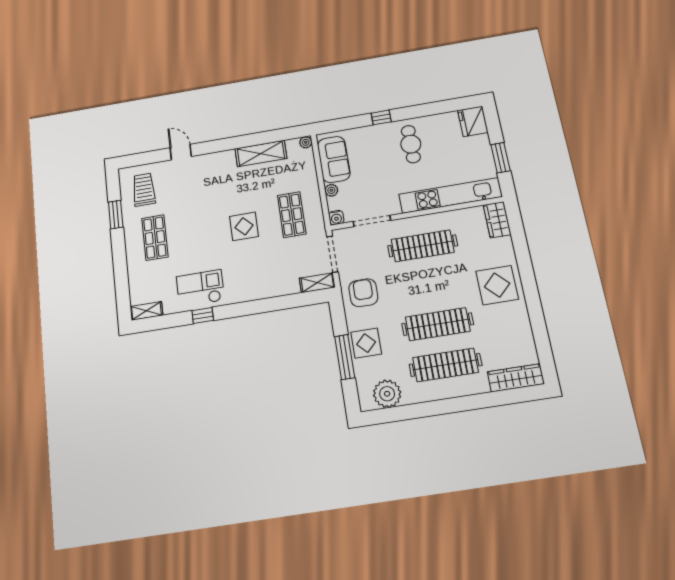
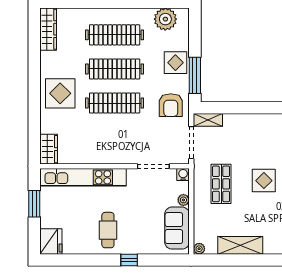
clothes rail: (423, 246) -> (115, 103), moved
window: (345, 357) -> (195, 75), moved
wardrobe: (516, 378) -> (48, 29), moved, turned -90

